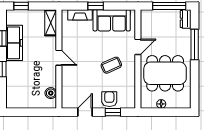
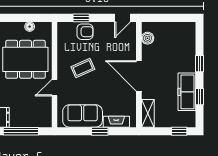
door: (59, 58) -> (139, 76), width x1.87
armchair: (109, 99) -> (85, 32), turned -90
door: (85, 112) -> (122, 18), moved

